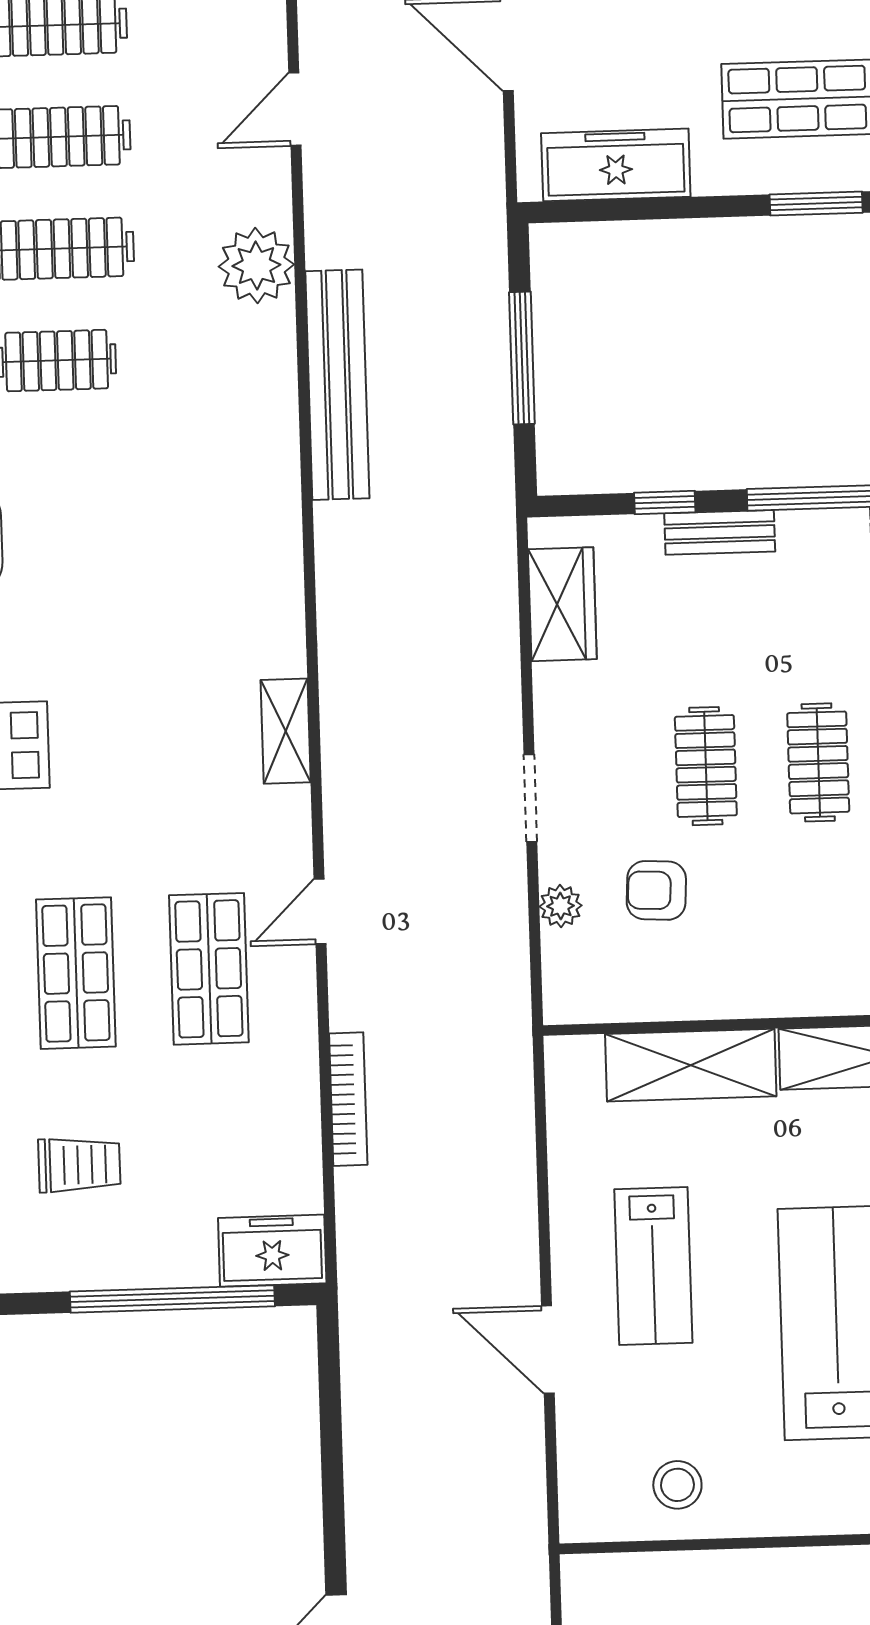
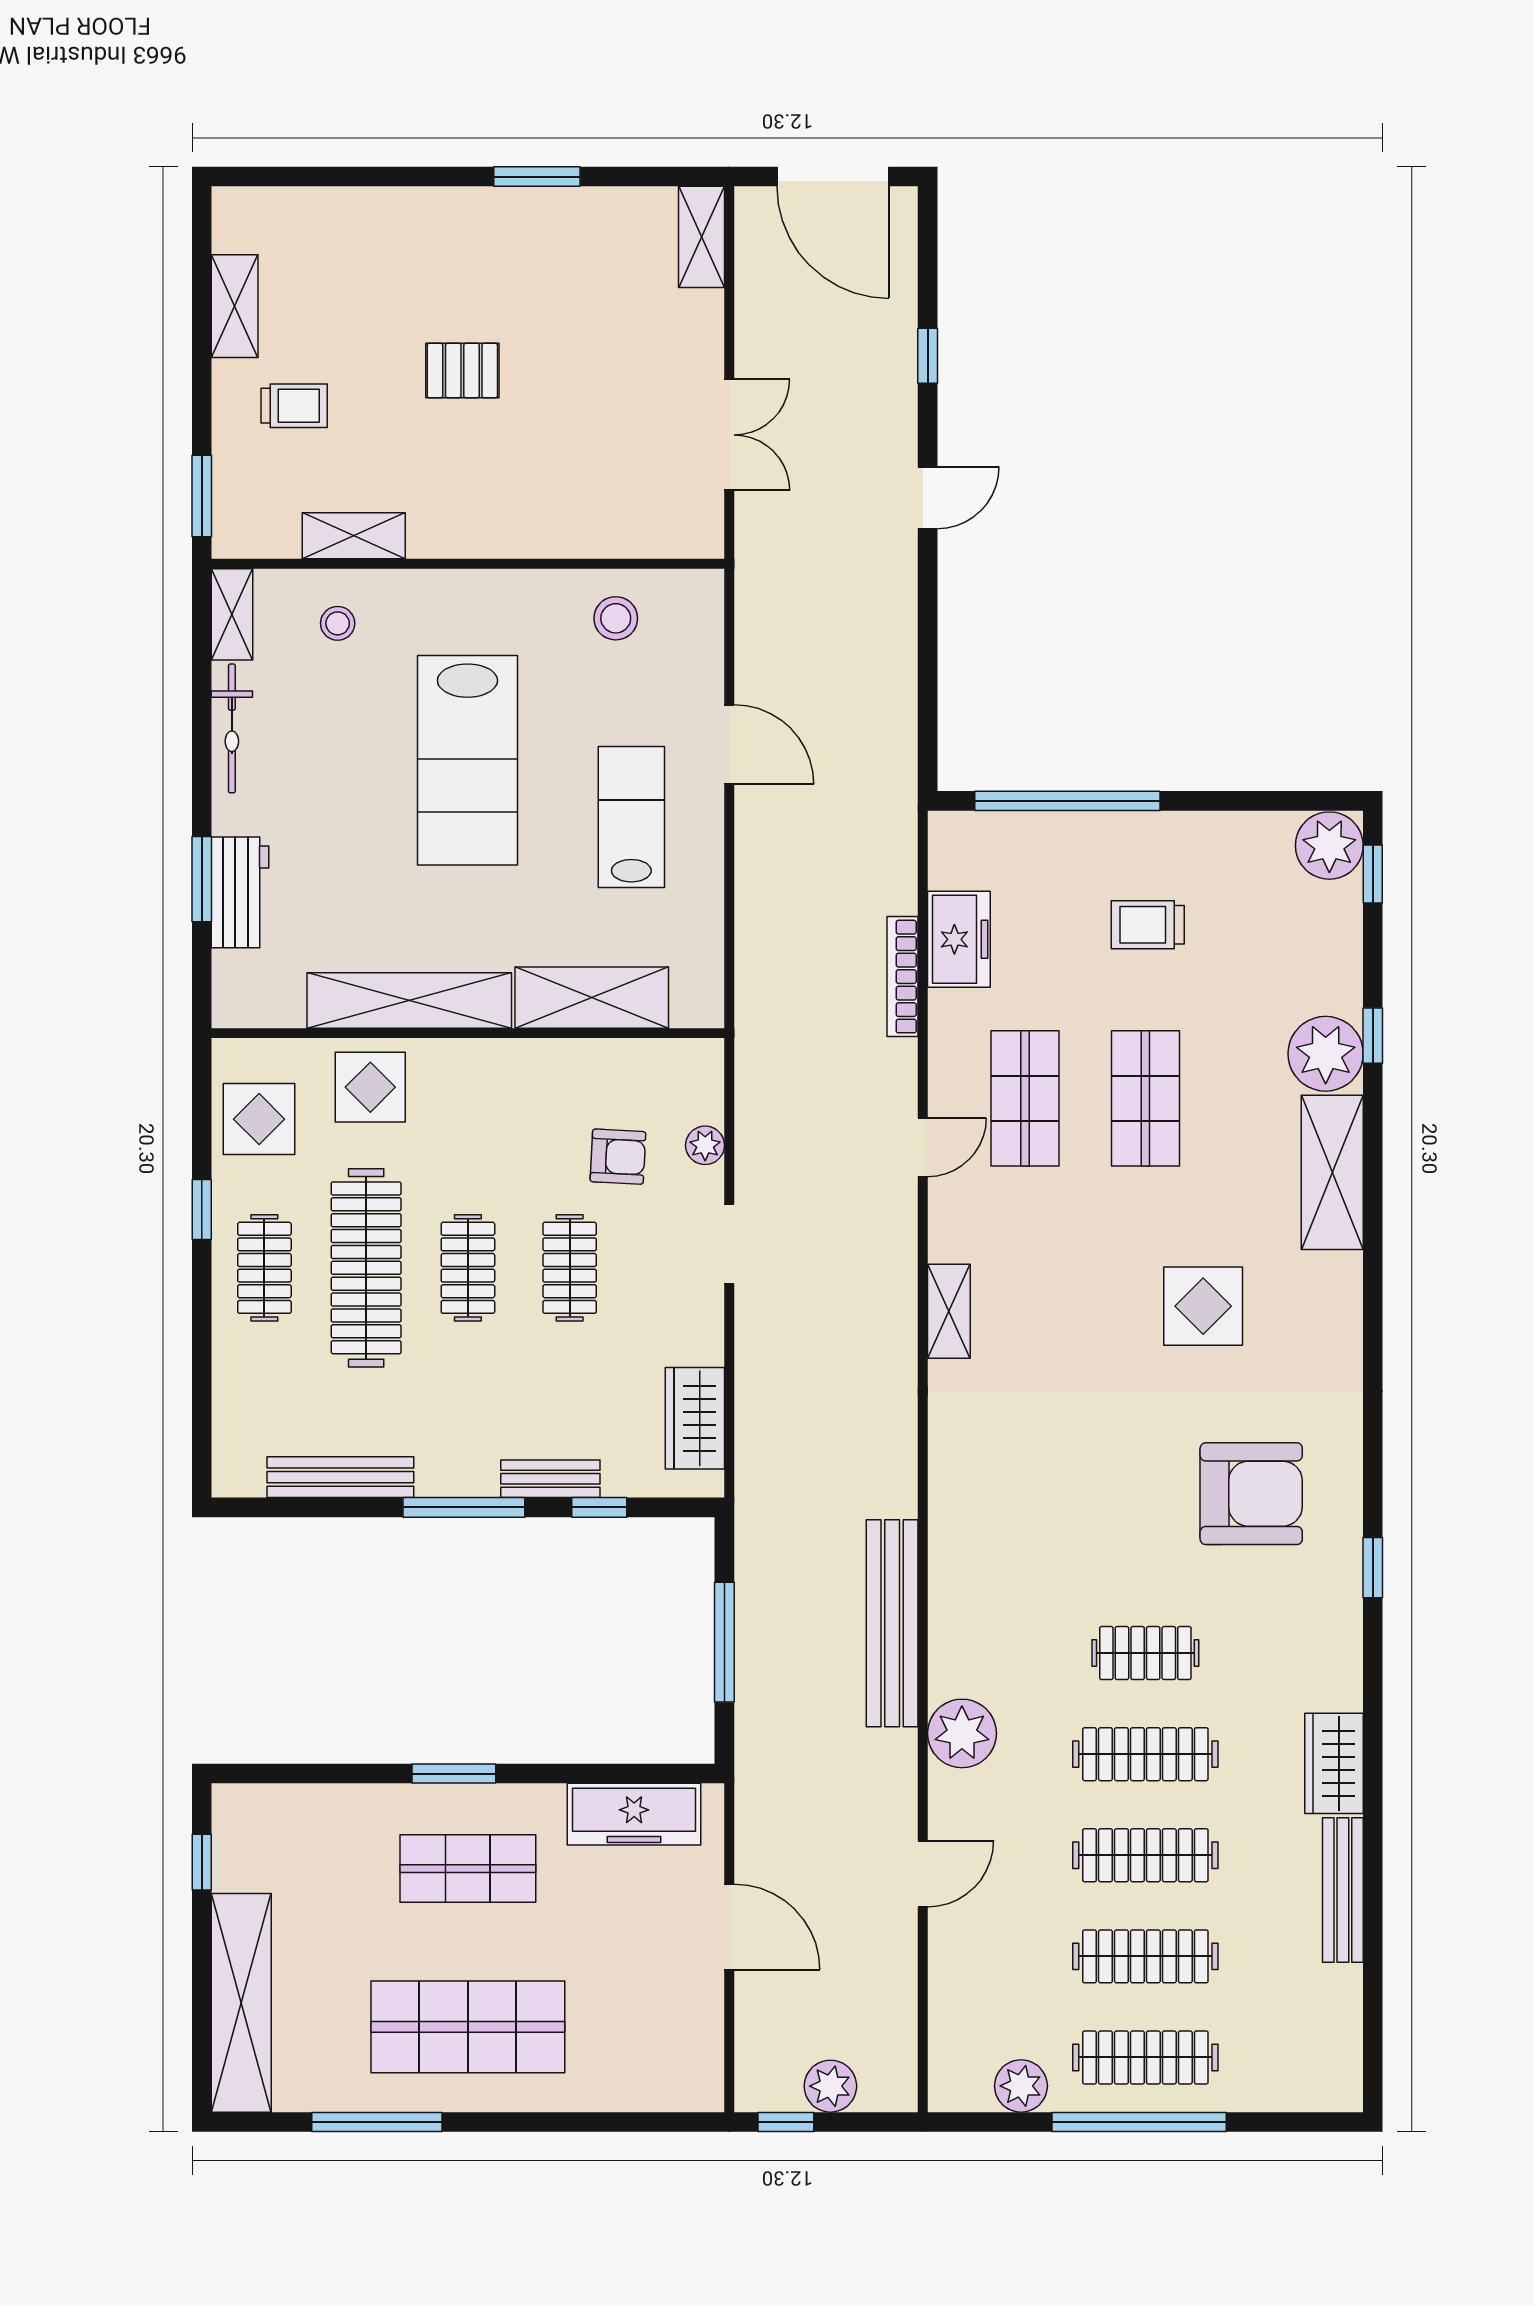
freezer: (272, 1251) -> (959, 939), moved, turned -90

